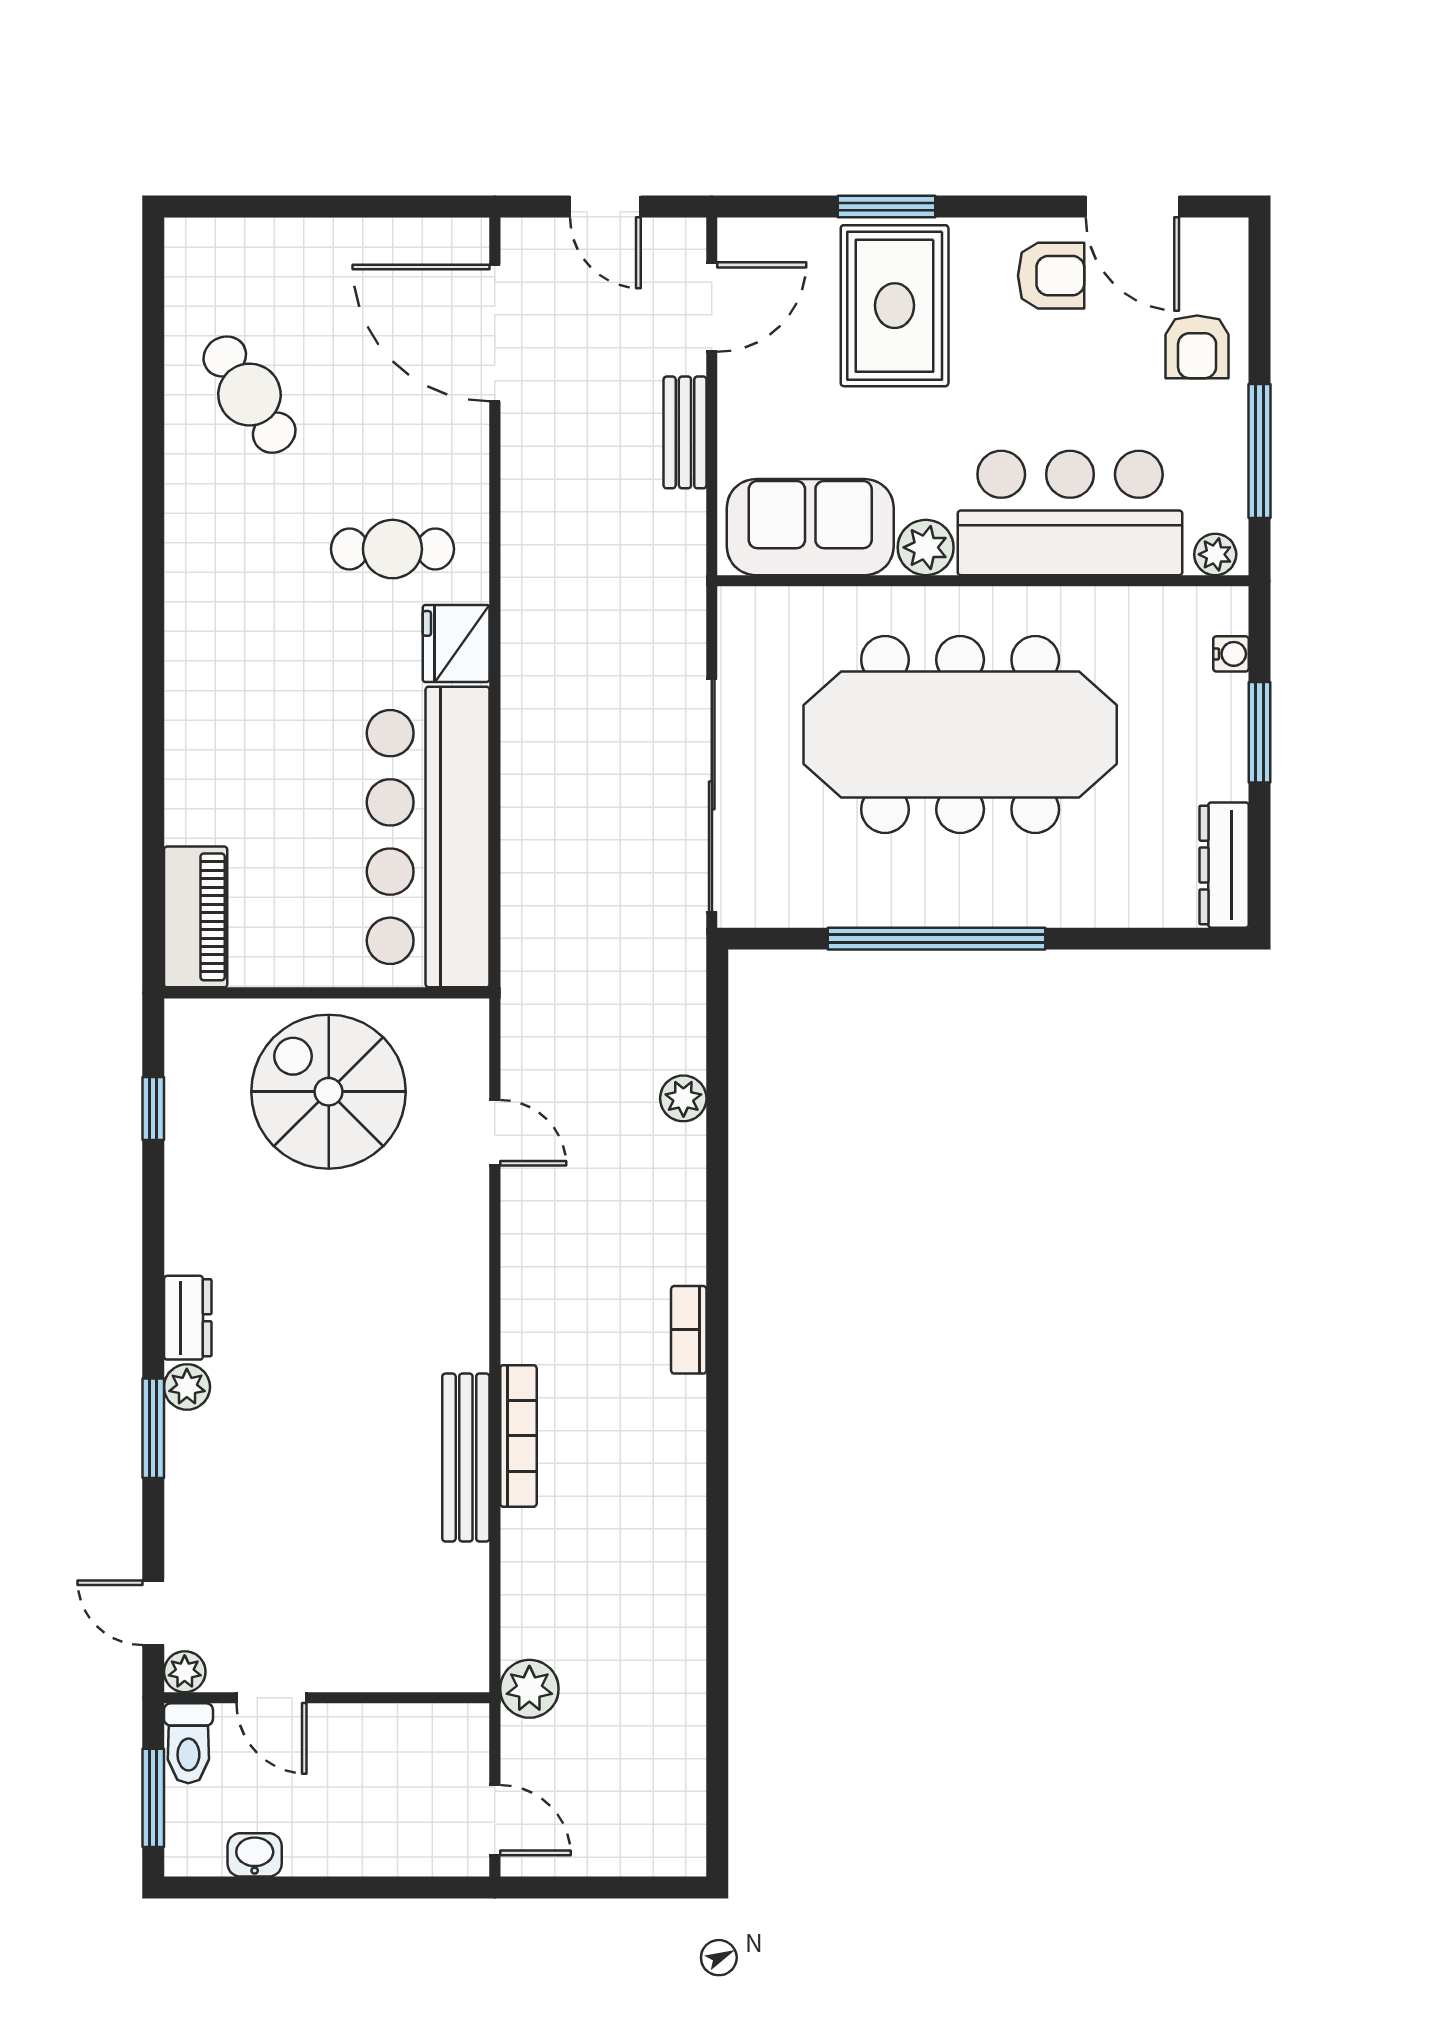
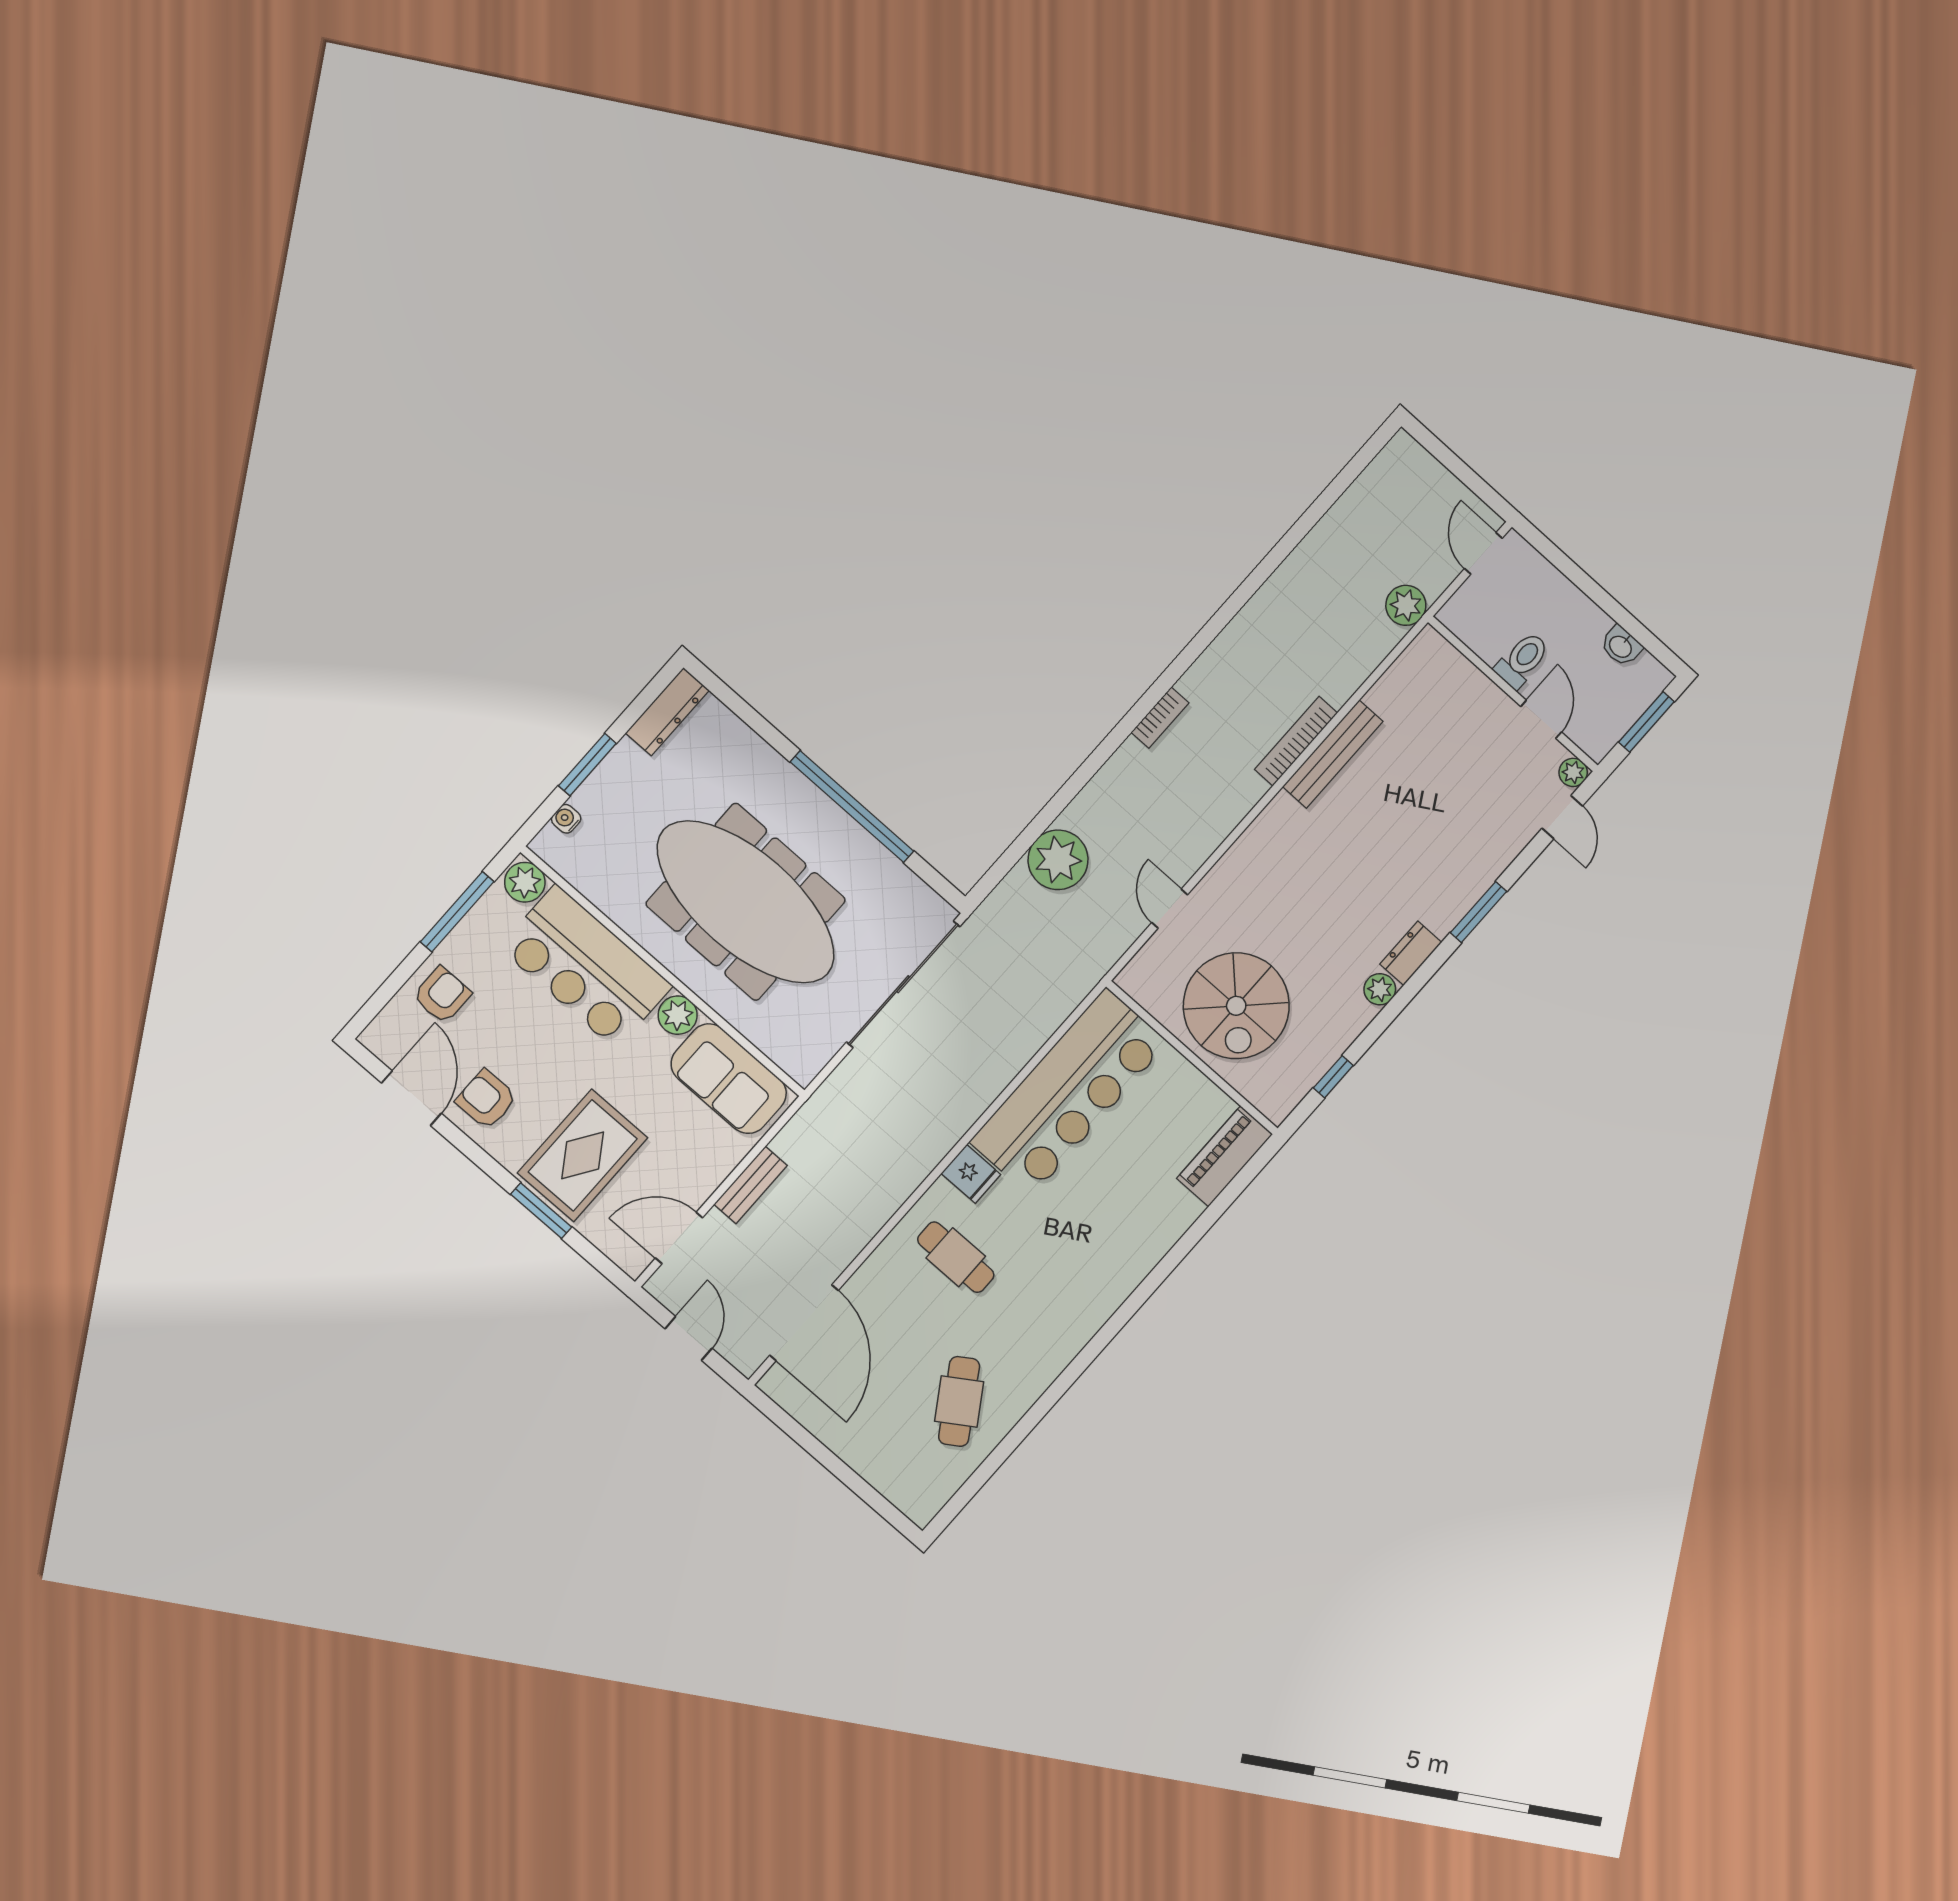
plant: (1215, 554) -> (525, 882), width x1.38, depth x1.38
fridge: (456, 644) -> (971, 1174), width x0.72
plant: (683, 1098) -> (1058, 860), width x1.88, depth x1.88
plant: (187, 1387) -> (1380, 989), moved
toilet: (188, 1743) -> (1522, 660), moved

